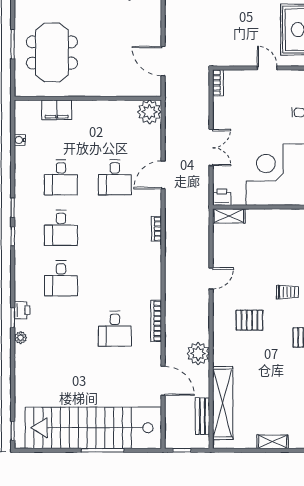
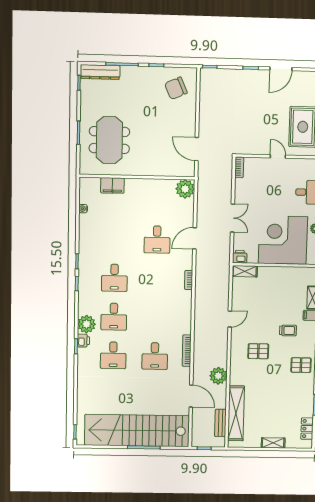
desk: (61, 177) -> (113, 355), moved
plant: (21, 338) -> (87, 324), moved, width x1.88, depth x1.88

